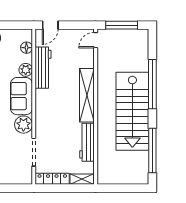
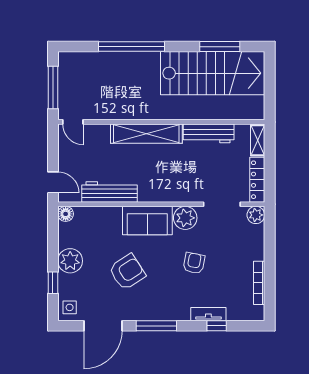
floor lamp: (26, 48) -> (66, 214), moved
plant: (26, 70) -> (256, 215), moved
stairs: (132, 111) -> (213, 73), moved
window: (152, 151) -> (220, 47), width x0.68

